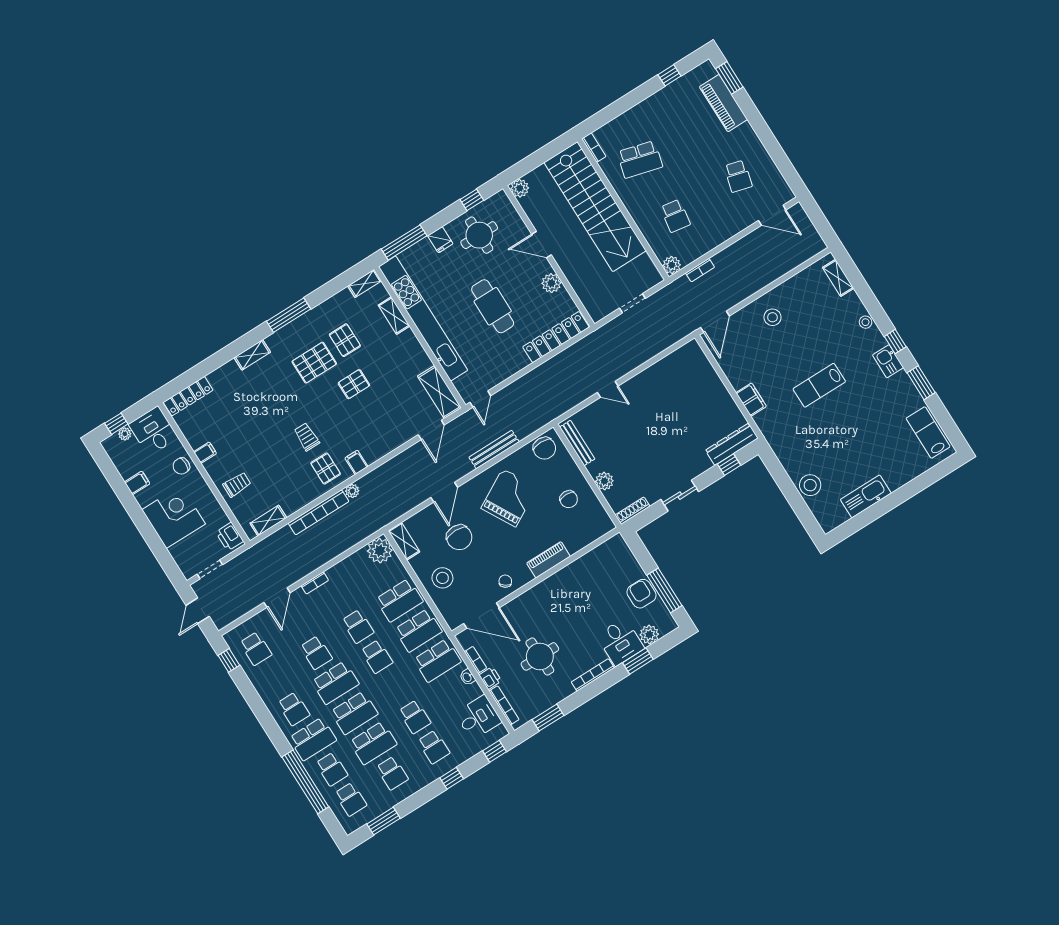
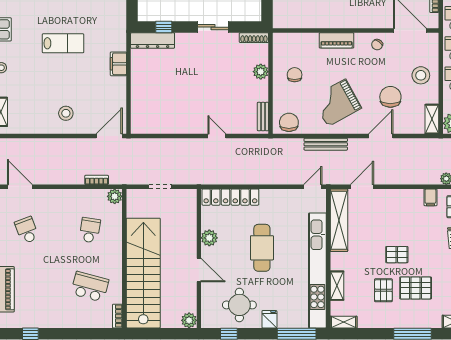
school desk: (738, 176) -> (27, 230), turned -36
shelving: (439, 392) -> (339, 220), width x1.47
bench: (577, 443) -> (263, 117), width x0.73

